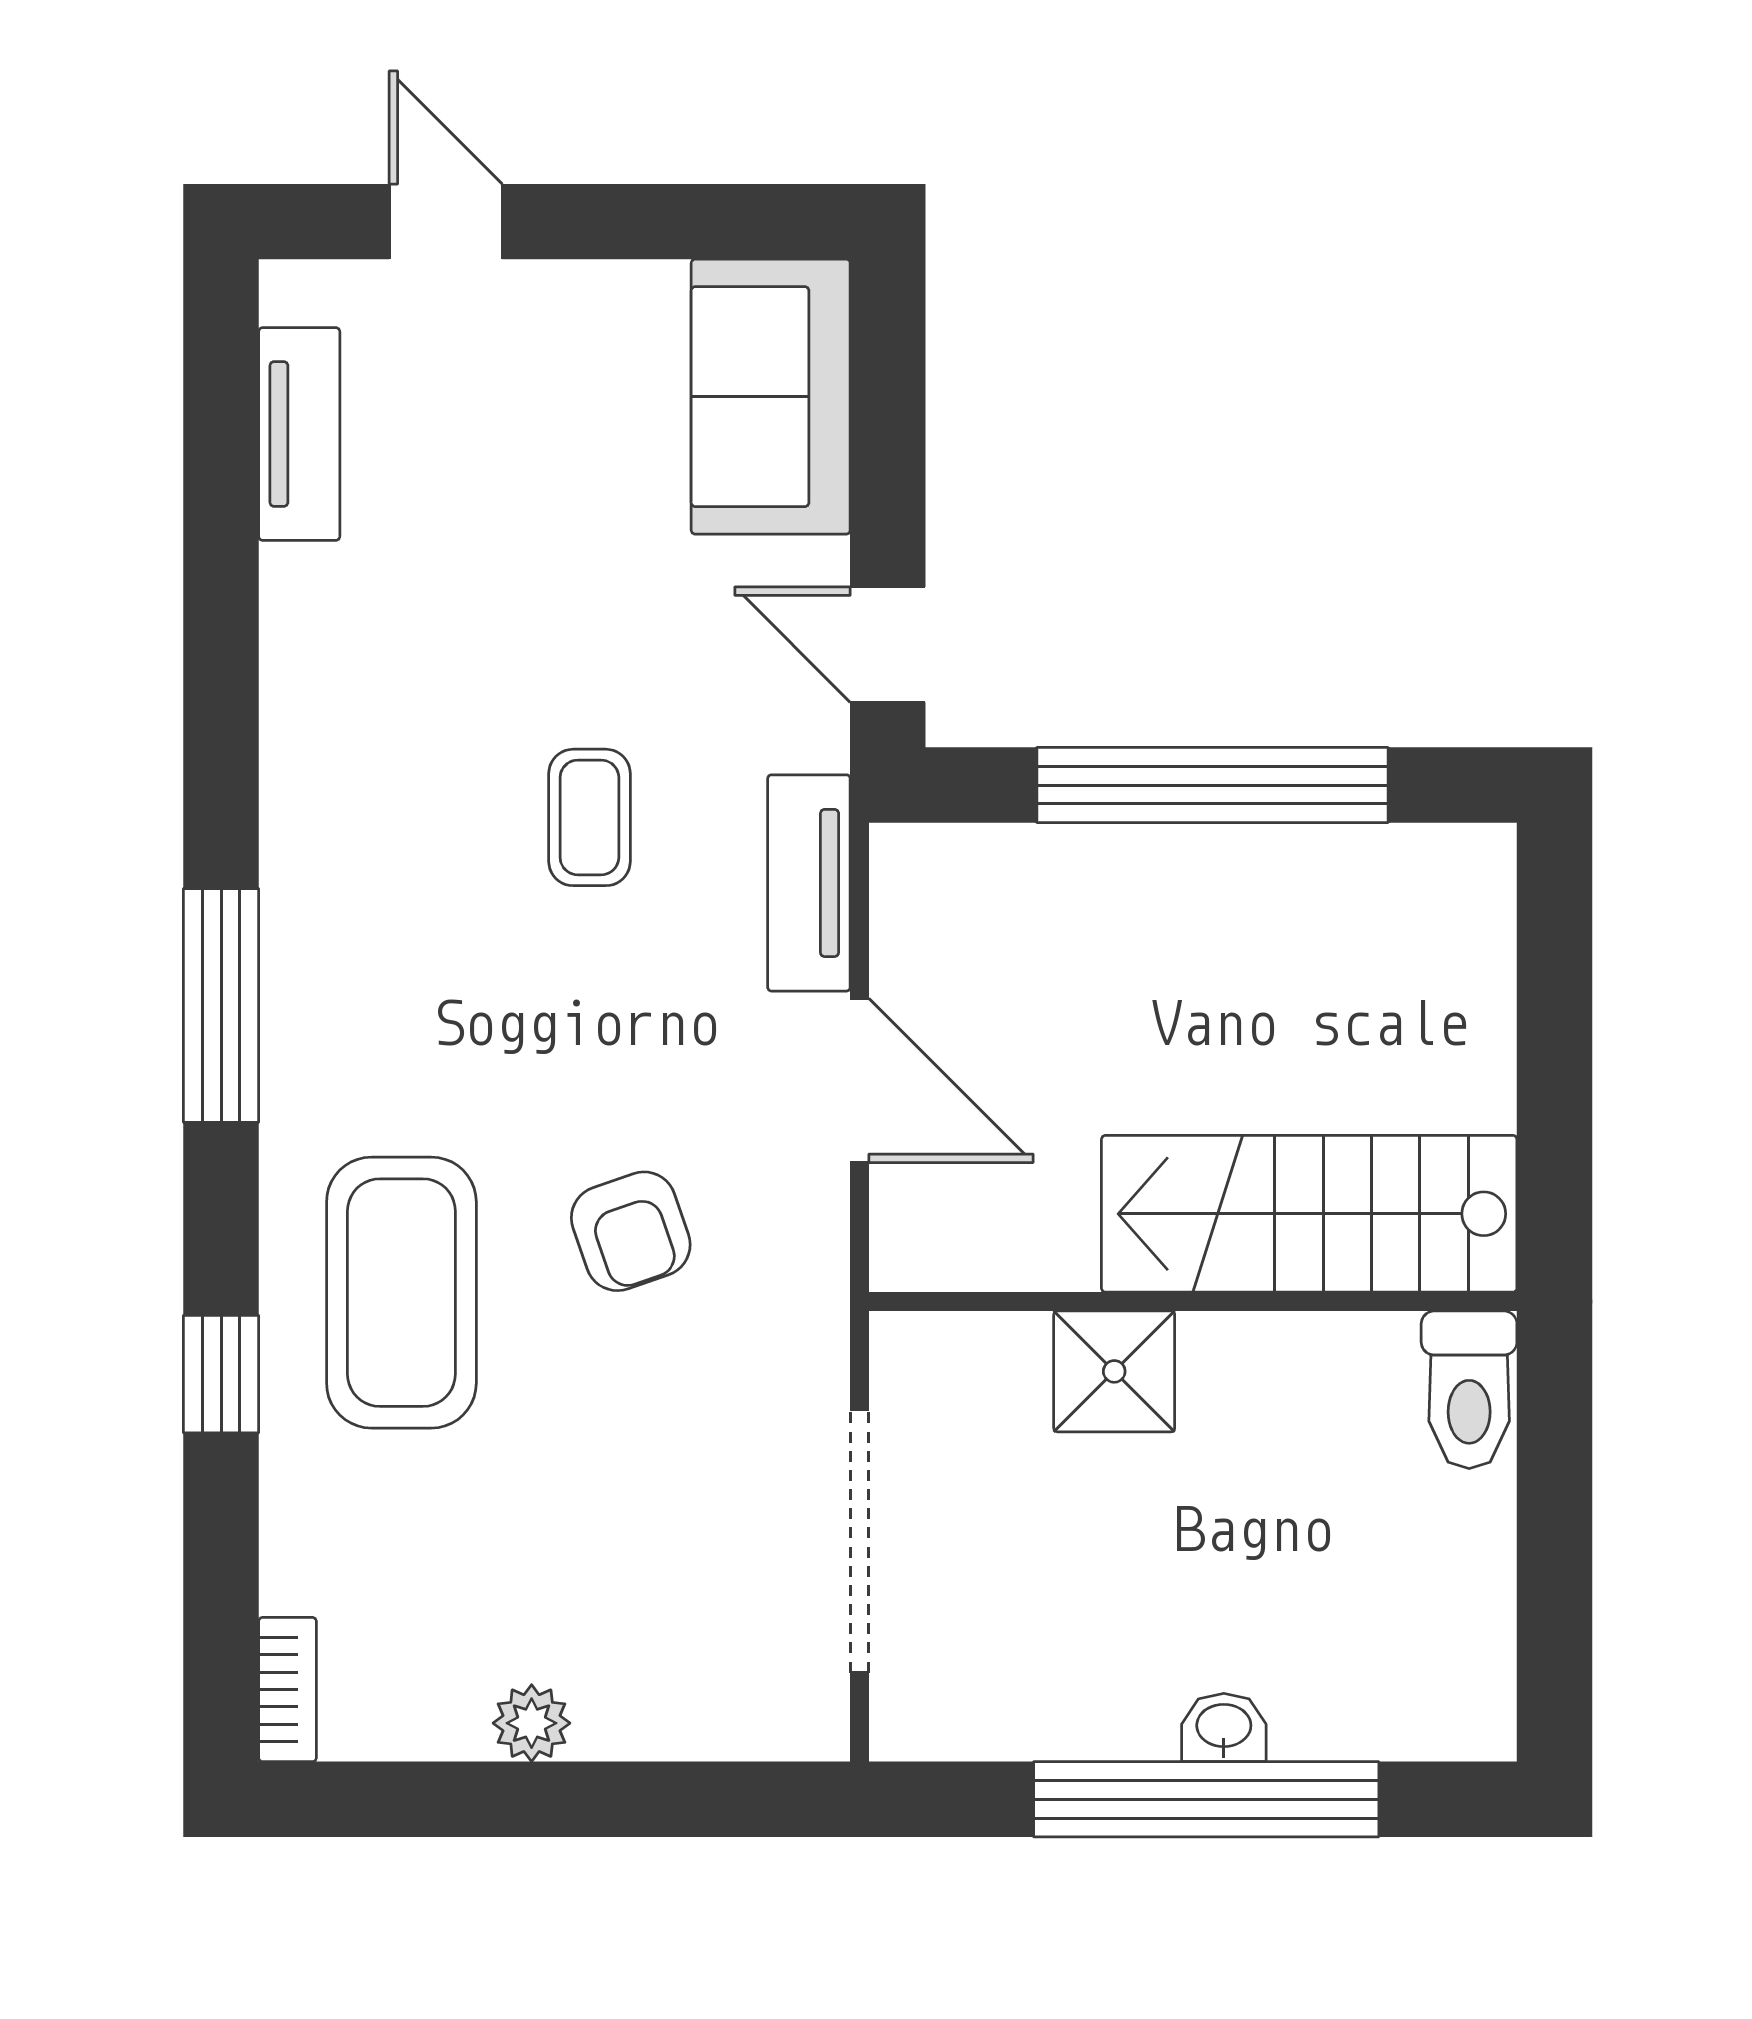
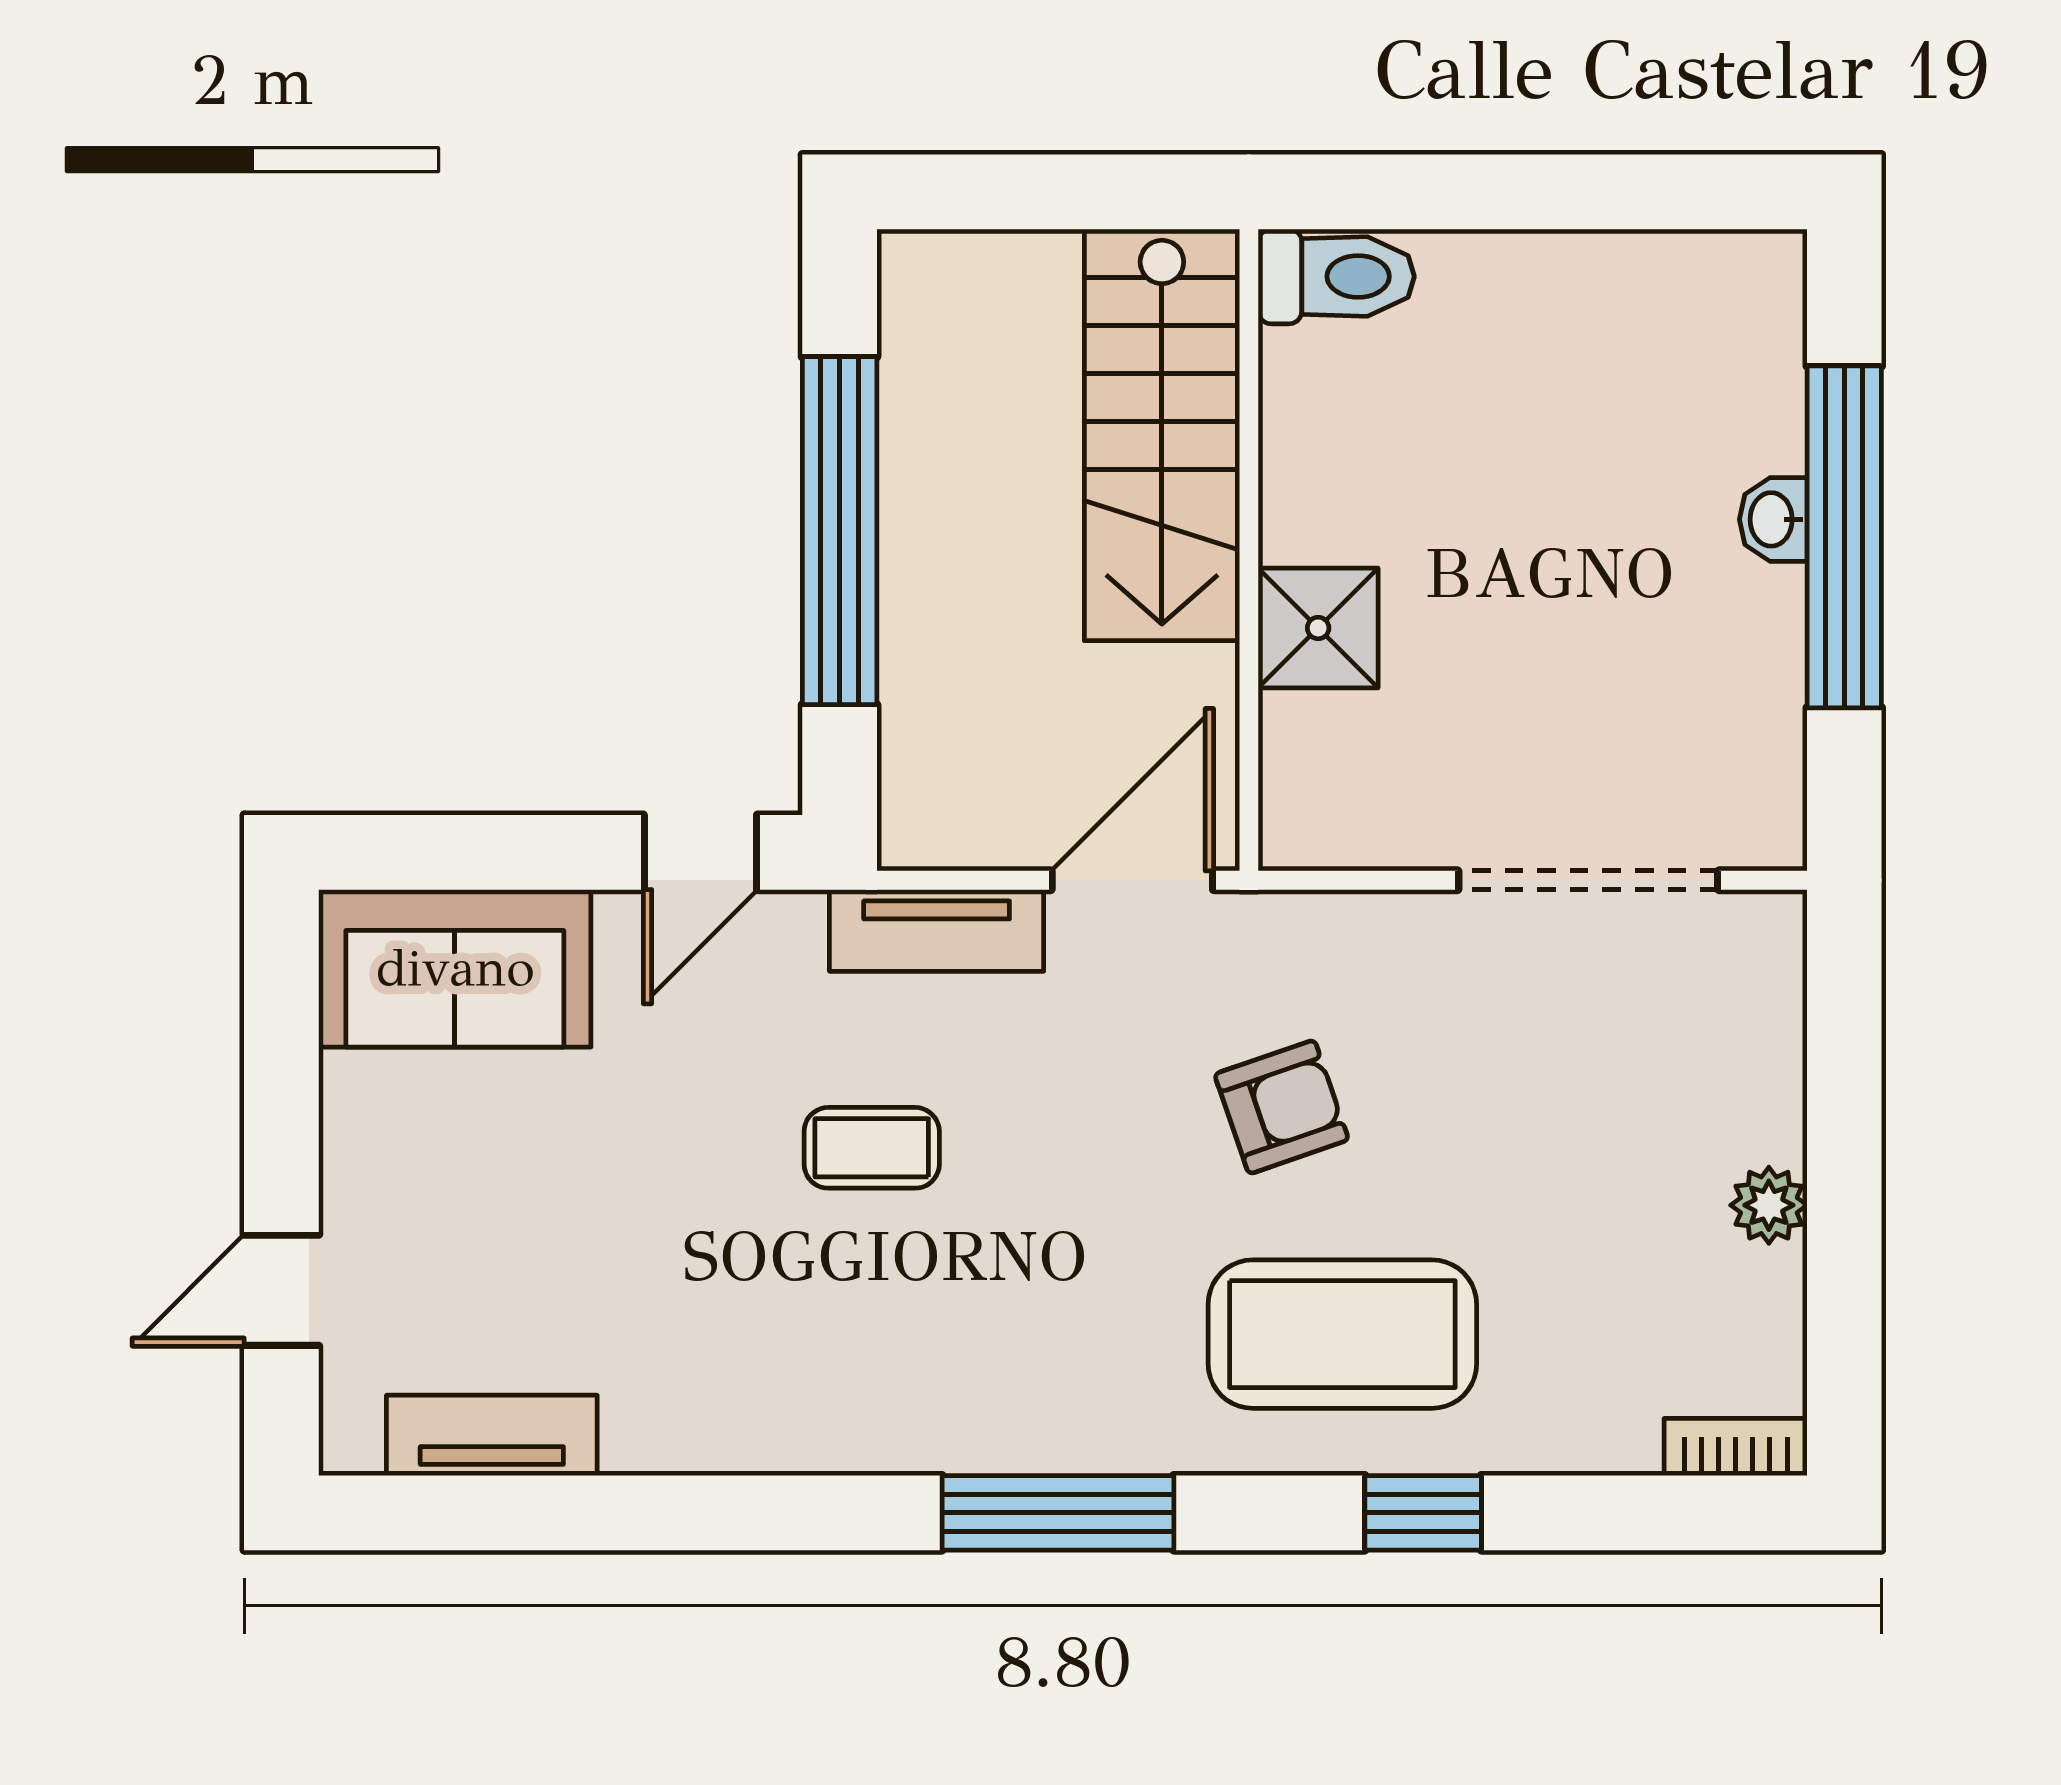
stairs: (1309, 1214) -> (1162, 435), moved
wall: (1193, 1302) -> (1249, 550), moved
shower: (1114, 1371) -> (1318, 628), moved
toilet: (1469, 1390) -> (1336, 276), moved

